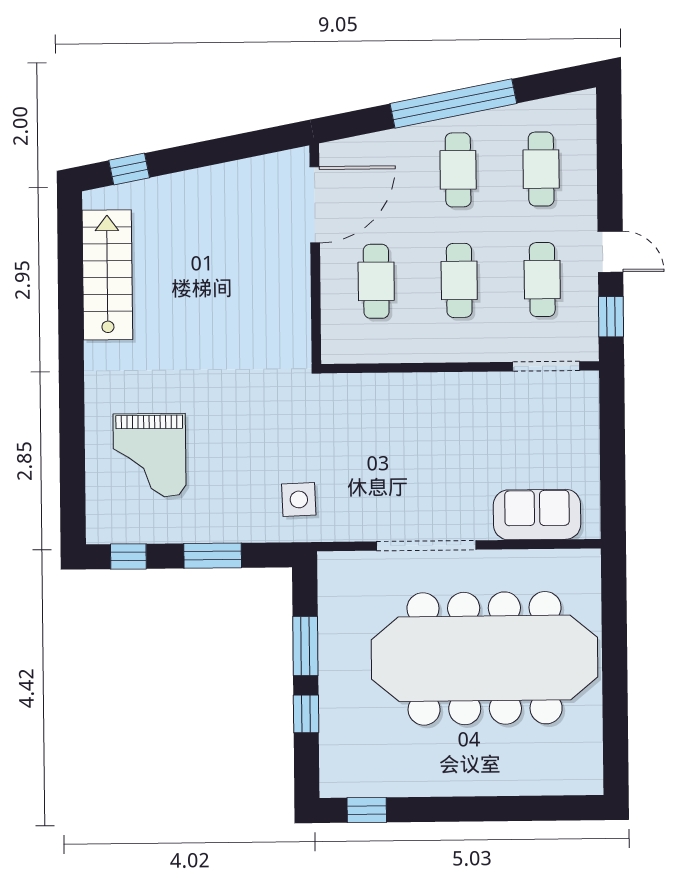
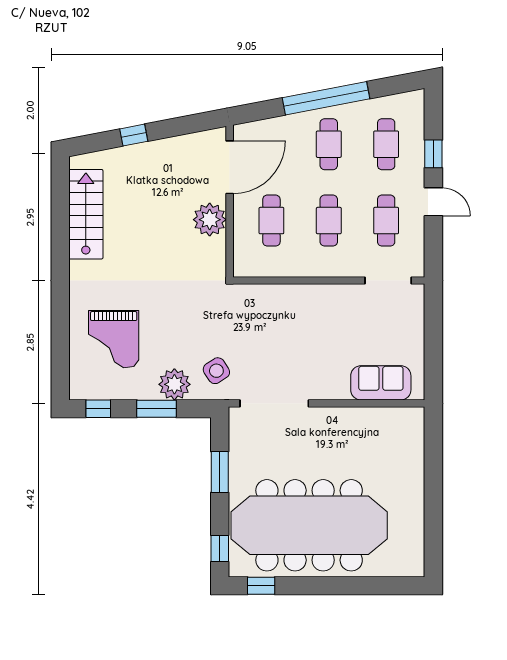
window: (129, 169) -> (134, 135), moved
plant: (287, 281) -> (210, 220), added
window: (611, 317) -> (433, 154), moved
side table: (299, 499) -> (216, 371), turned -31
plant: (238, 520) -> (174, 384), added
doorway: (426, 546) -> (274, 403), moved
meeting table: (485, 658) -> (309, 525), moved
window: (306, 714) -> (220, 549), moved

